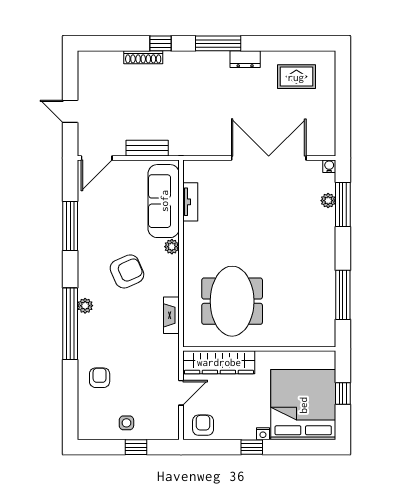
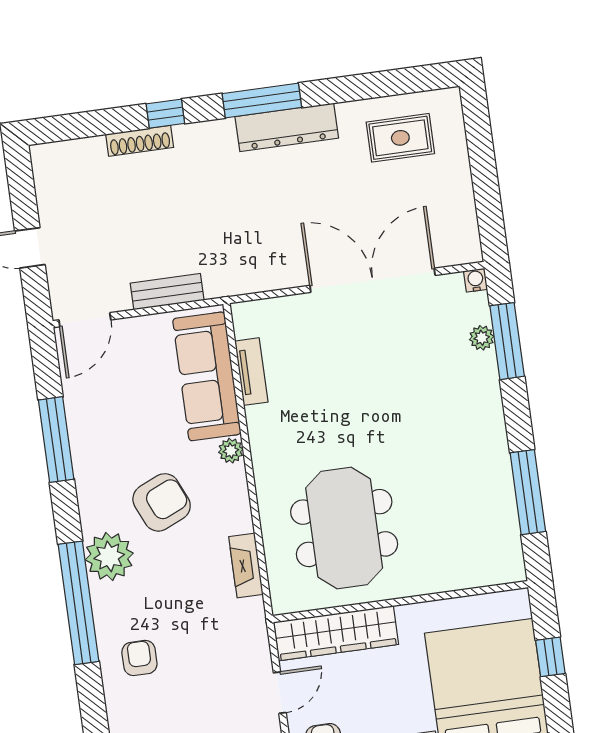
dresser: (245, 59) -> (287, 127), width x1.96, depth x1.24
plant: (85, 306) -> (109, 556), width x1.87, depth x1.87
armchair: (100, 378) -> (139, 658), moved

